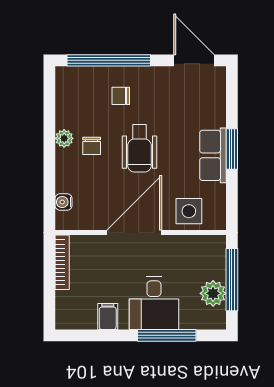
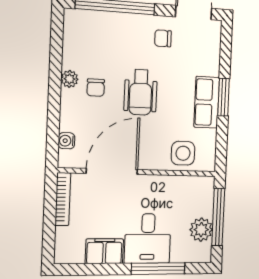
chair: (121, 96) -> (163, 38), moved
door: (134, 233) -> (112, 171), moved
filing cabinet: (108, 316) -> (104, 251), width x2.00

